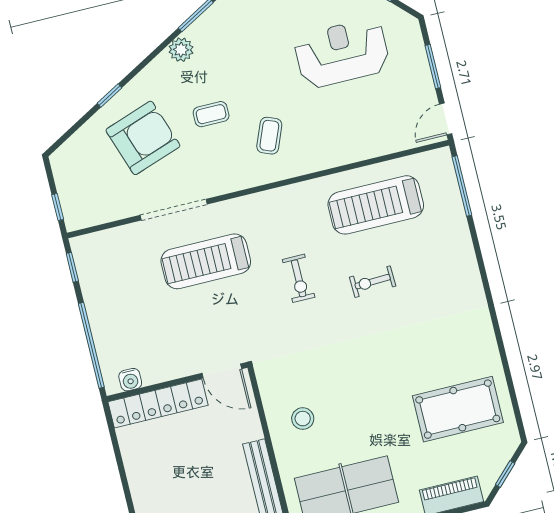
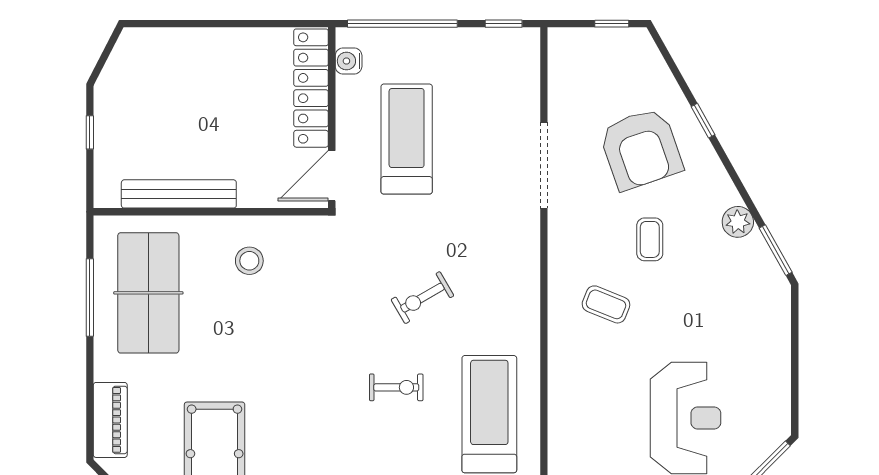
window: (58, 207) -> (612, 24), moved
treadmill: (206, 261) -> (407, 139), moved
exercise bike: (299, 278) -> (422, 298), turned -30
exercise bike: (373, 282) -> (396, 387), turned 92

